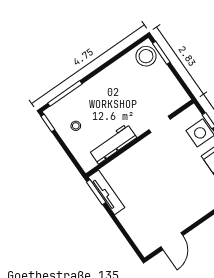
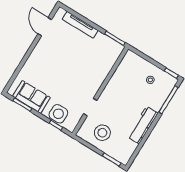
stool: (146, 56) -> (102, 133), moved
workbench: (113, 144) -> (143, 125), moved, turned 180
tv unit: (107, 192) -> (80, 25), moved

